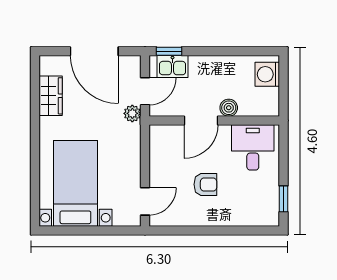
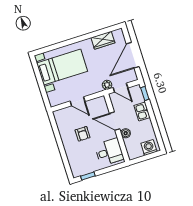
kitchen sink: (173, 66) -> (142, 112), moved
door: (145, 201) -> (77, 101), moved

